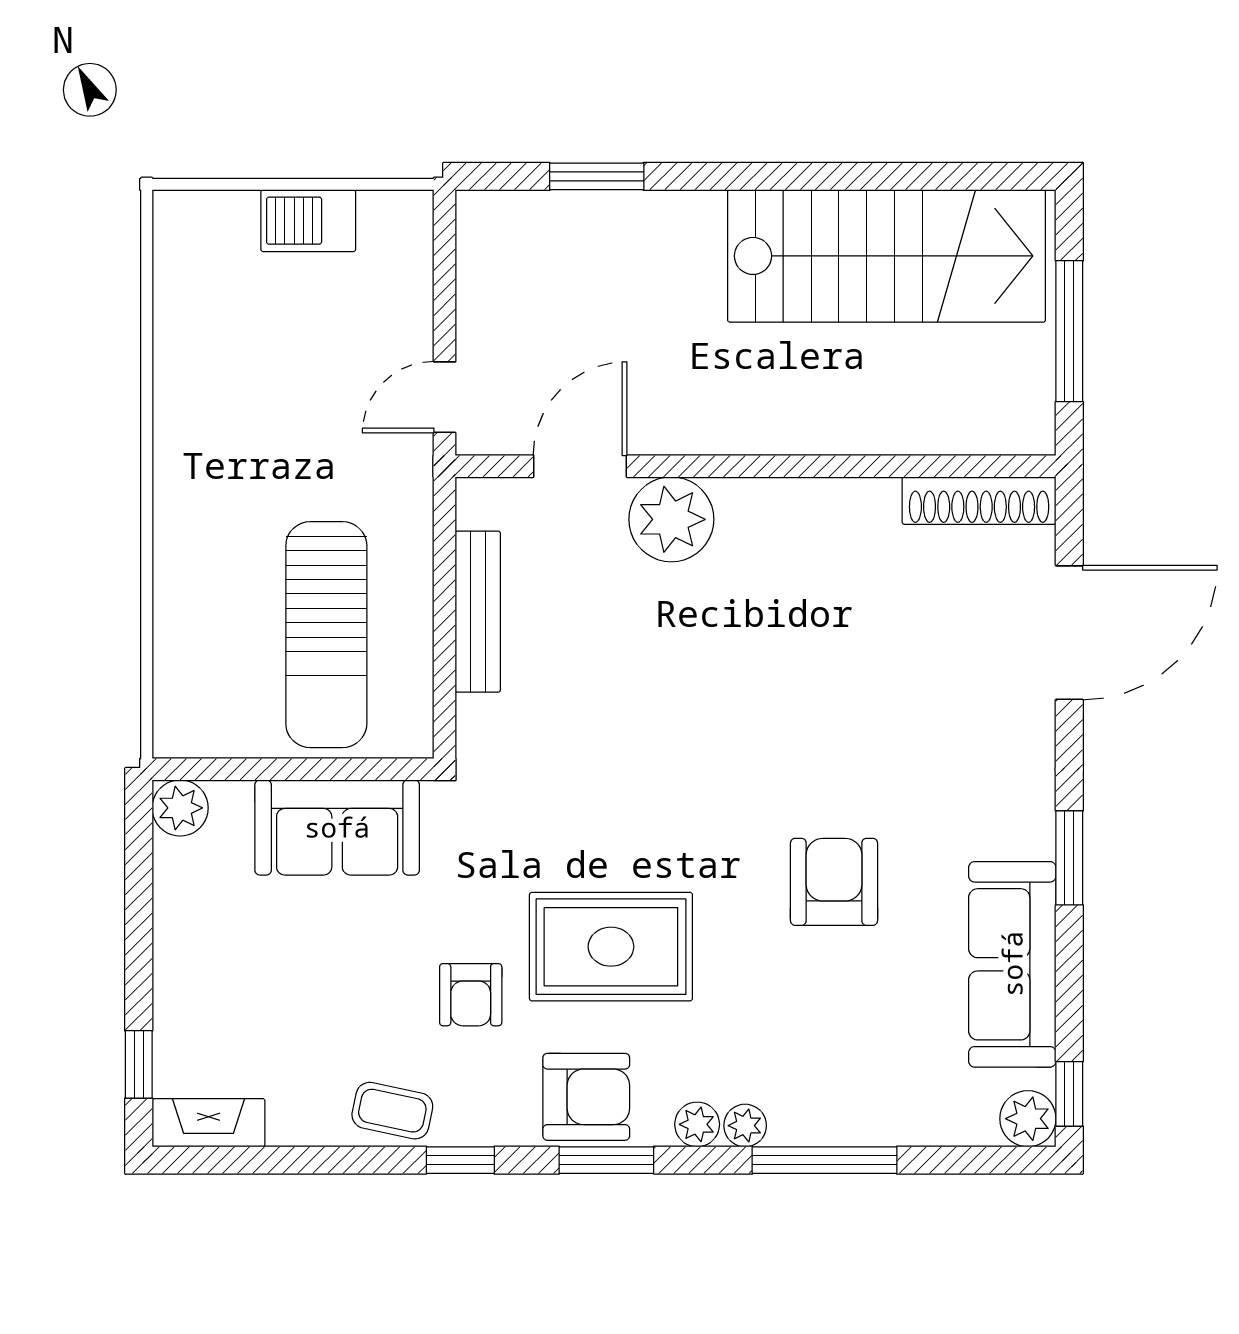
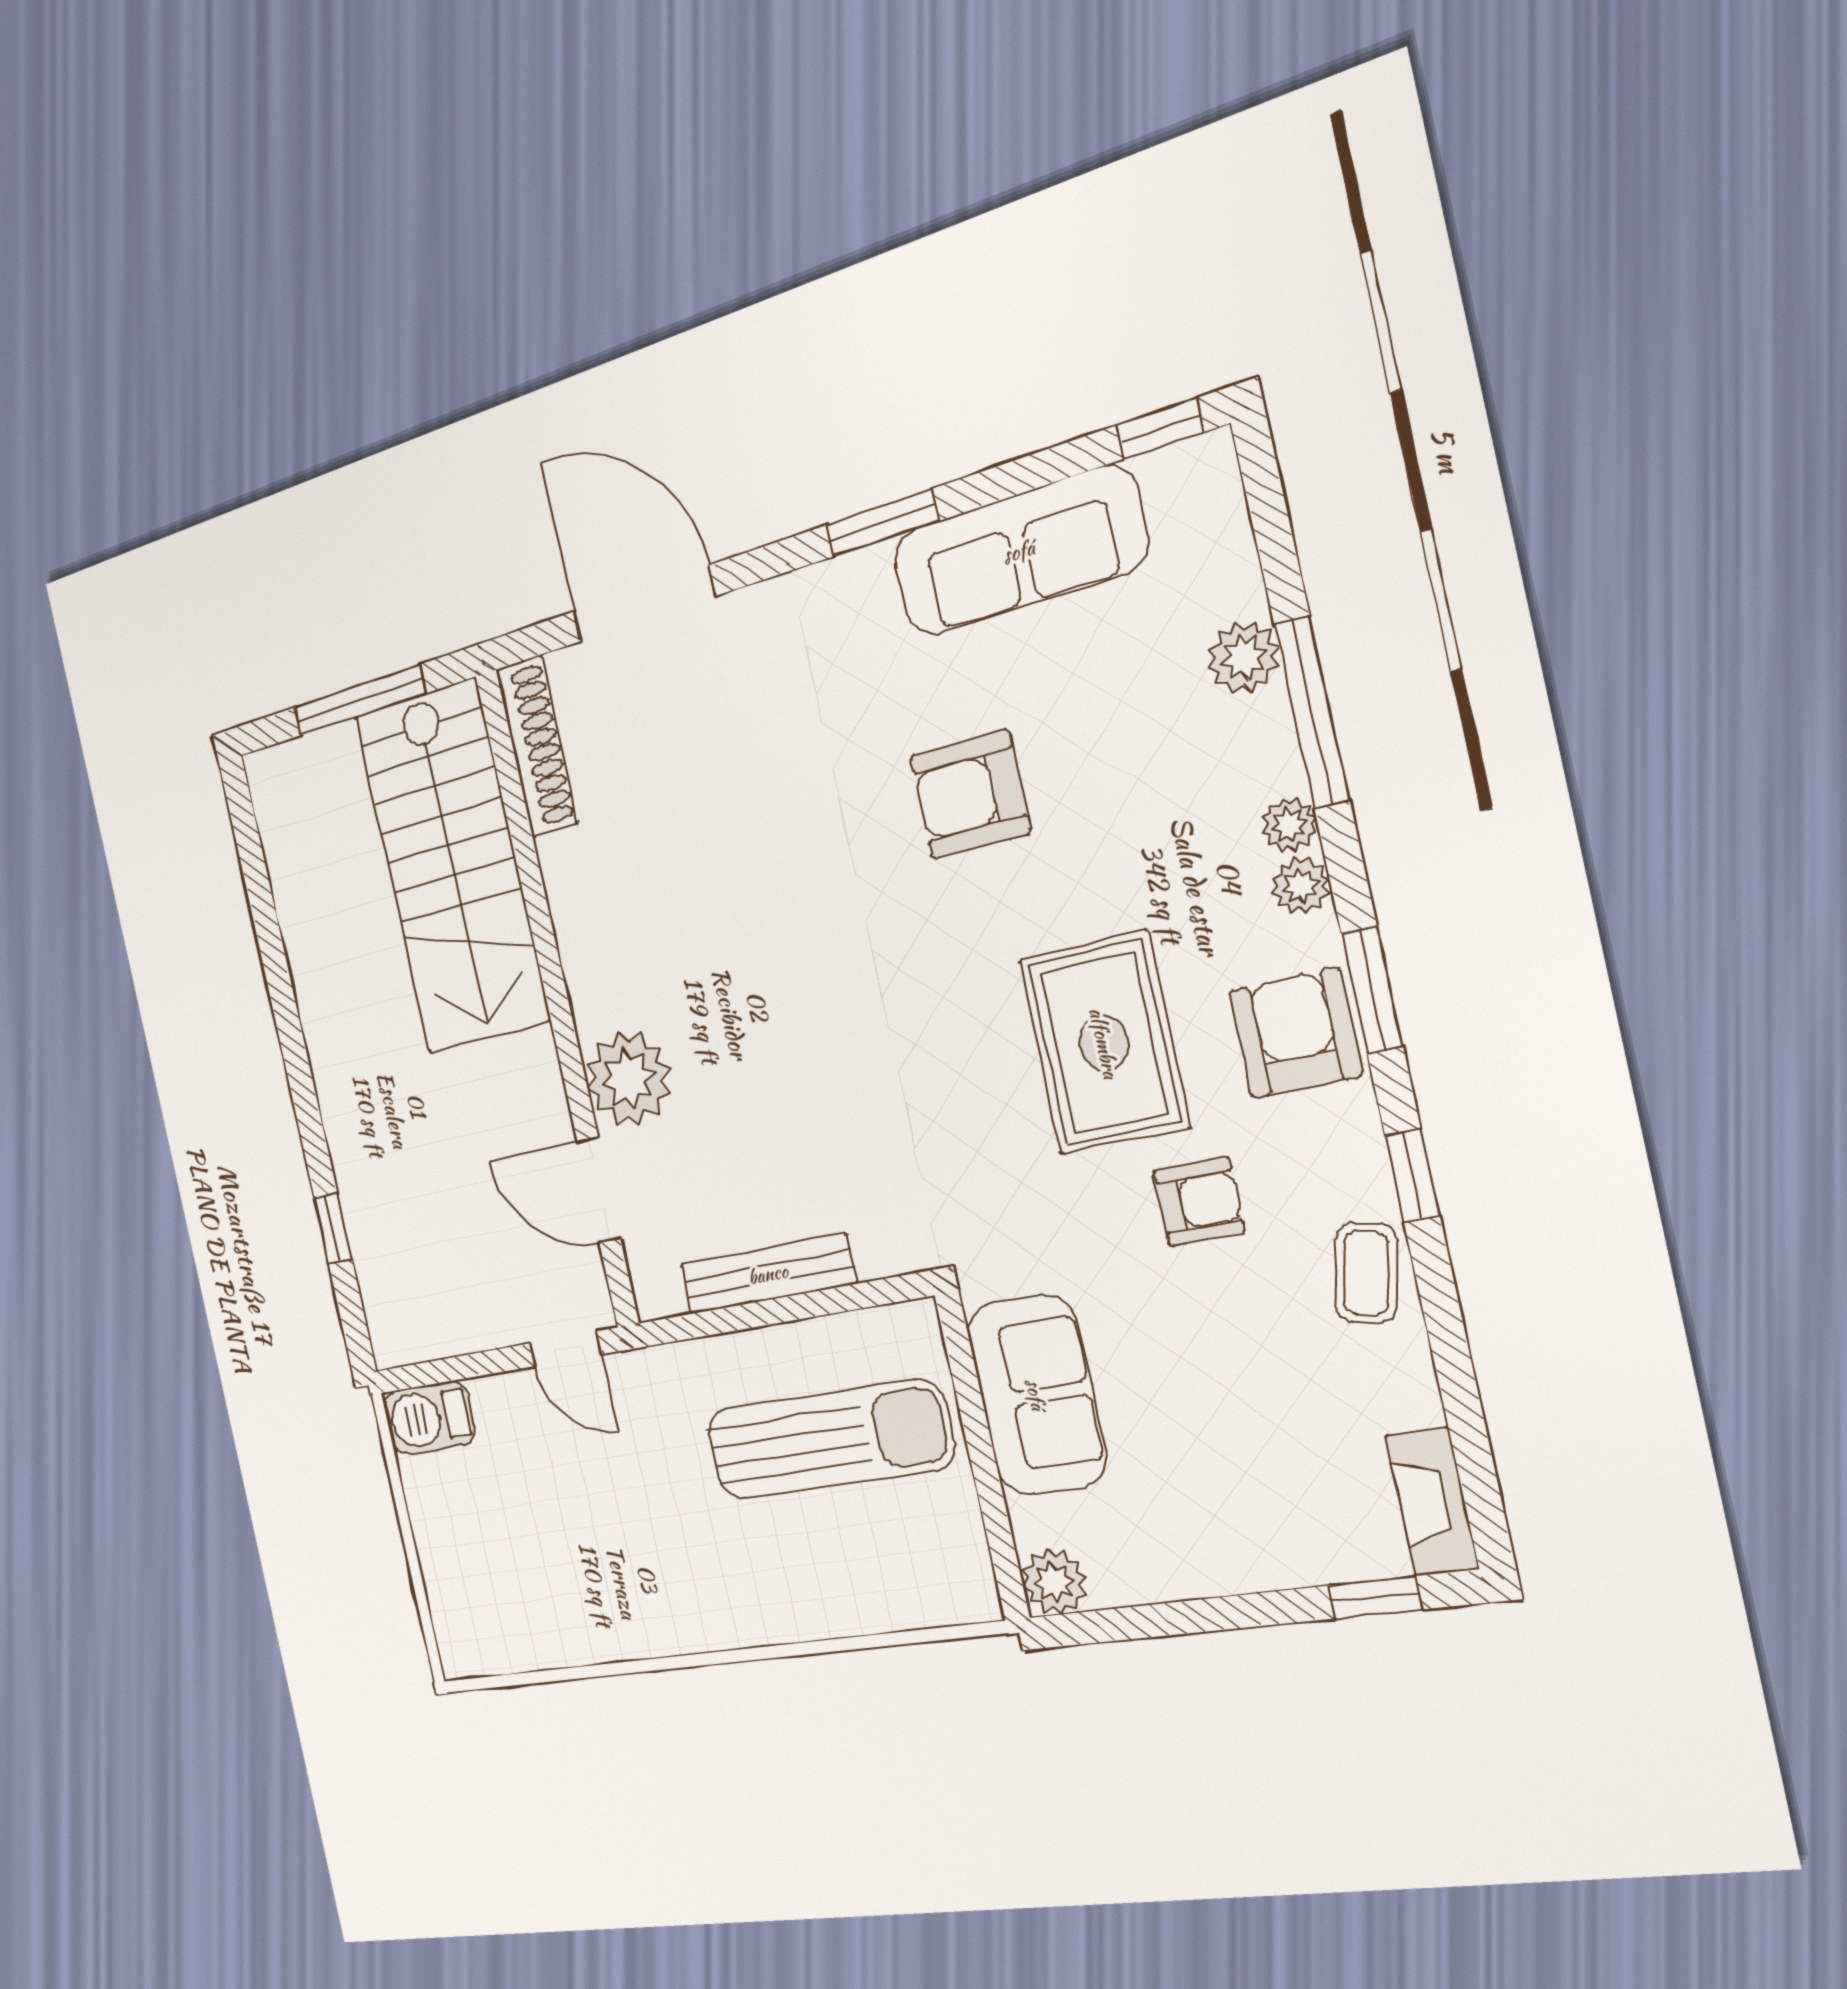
window: (597, 176) -> (333, 1229), width x0.67
barbecue: (308, 221) -> (429, 1418), moved, turned 90
stairs: (887, 256) -> (452, 867), moved, turned 180
plant: (1028, 1119) -> (1243, 657), moved

